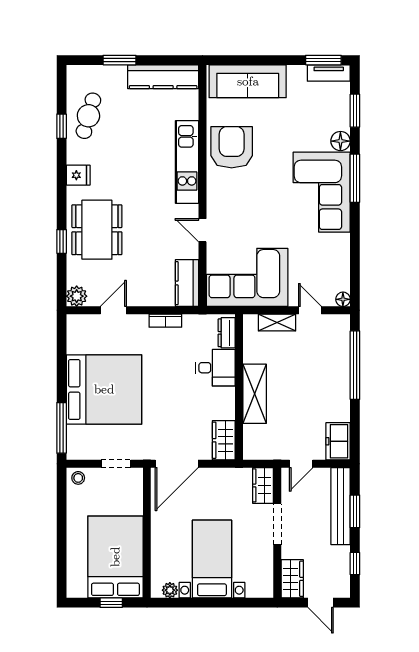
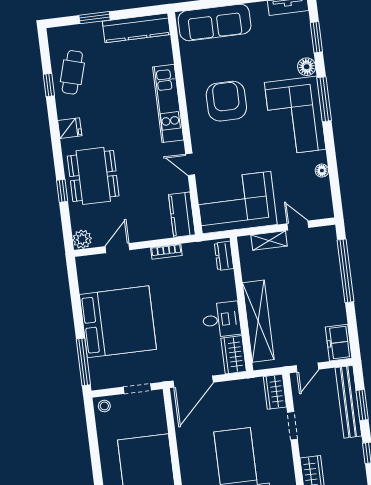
armchair: (232, 147) -> (226, 101), moved
floor lamp: (343, 299) -> (322, 171), moved
desk: (215, 368) -> (222, 320), moved
shelving: (255, 394) -> (258, 321), width x1.47
doorway: (277, 524) -> (292, 426), width x0.73

